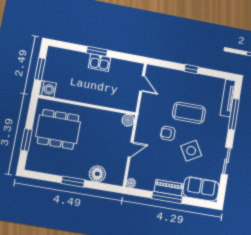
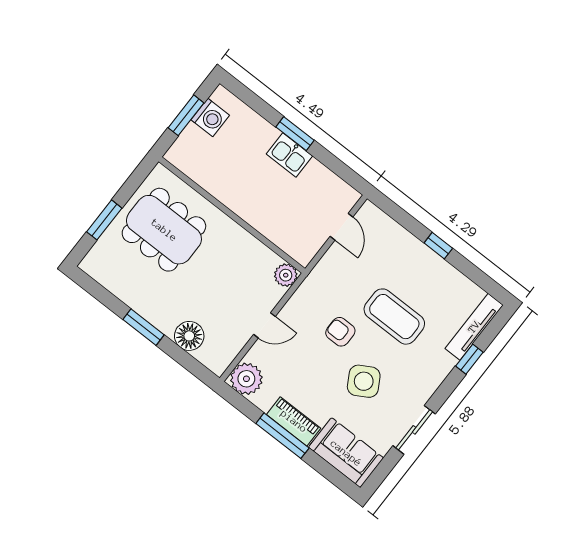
washing machine: (48, 89) -> (210, 118), moved
window: (234, 114) -> (469, 359), width x0.46
plant: (131, 183) -> (246, 379), width x1.87, depth x1.87

